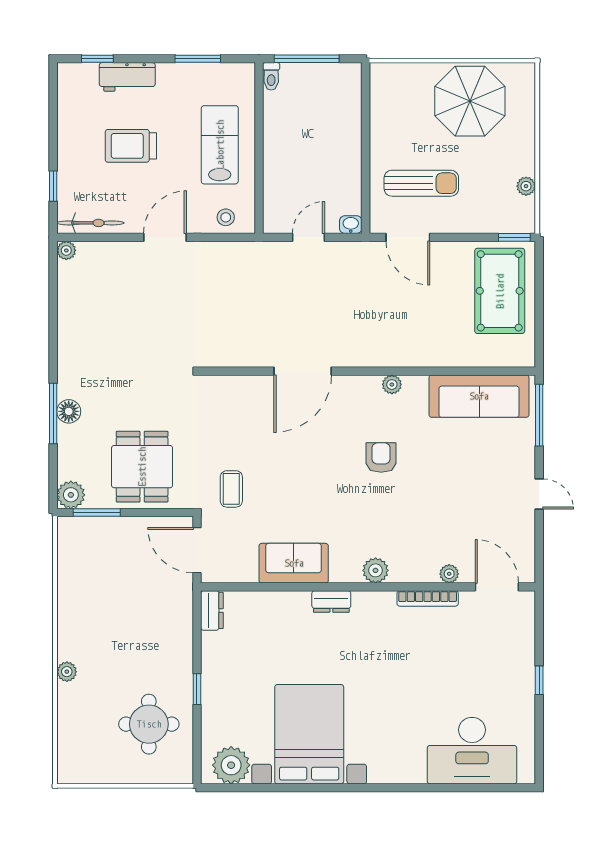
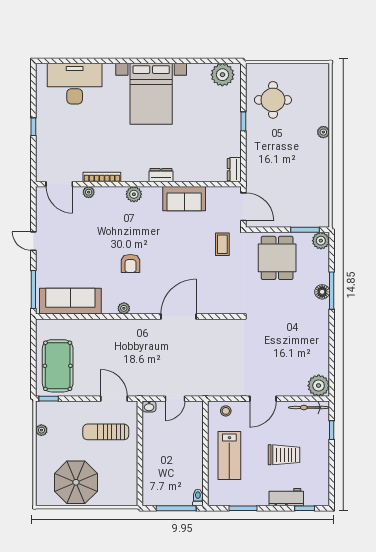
plant: (66, 250) -> (319, 386), width x1.87, depth x1.87
bed with nightstands: (309, 734) -> (151, 94), moved

